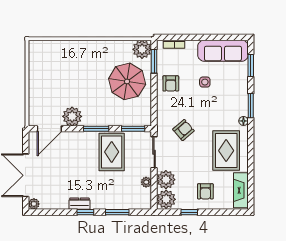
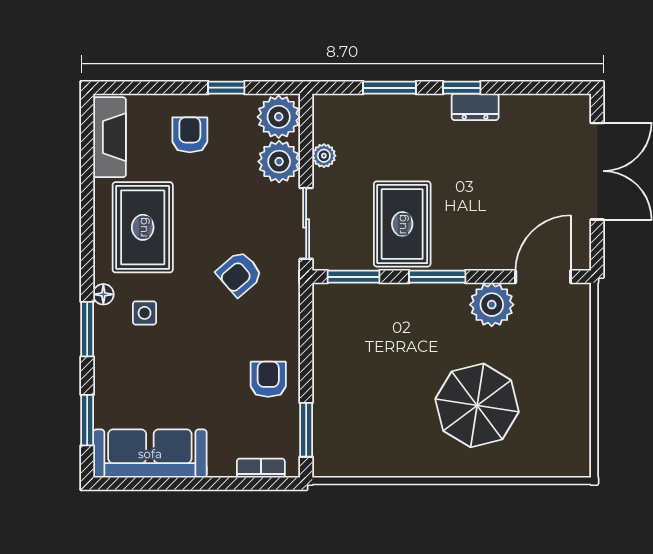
plant: (142, 49) -> (333, 457), removed
parasol: (127, 81) -> (477, 405), moved
side table: (205, 82) -> (145, 313), moved
plant: (34, 204) -> (579, 106), removed

